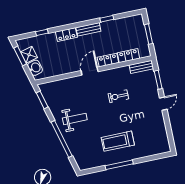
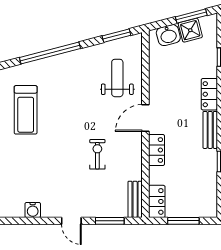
locker: (129, 56) -> (157, 201), moved
door: (90, 71) -> (145, 118), swing flipped
weight bench: (75, 119) -> (117, 78), moved, turned 180
water cooler: (161, 129) -> (33, 210), added
treadmill: (118, 141) -> (26, 110), moved, turned 180

